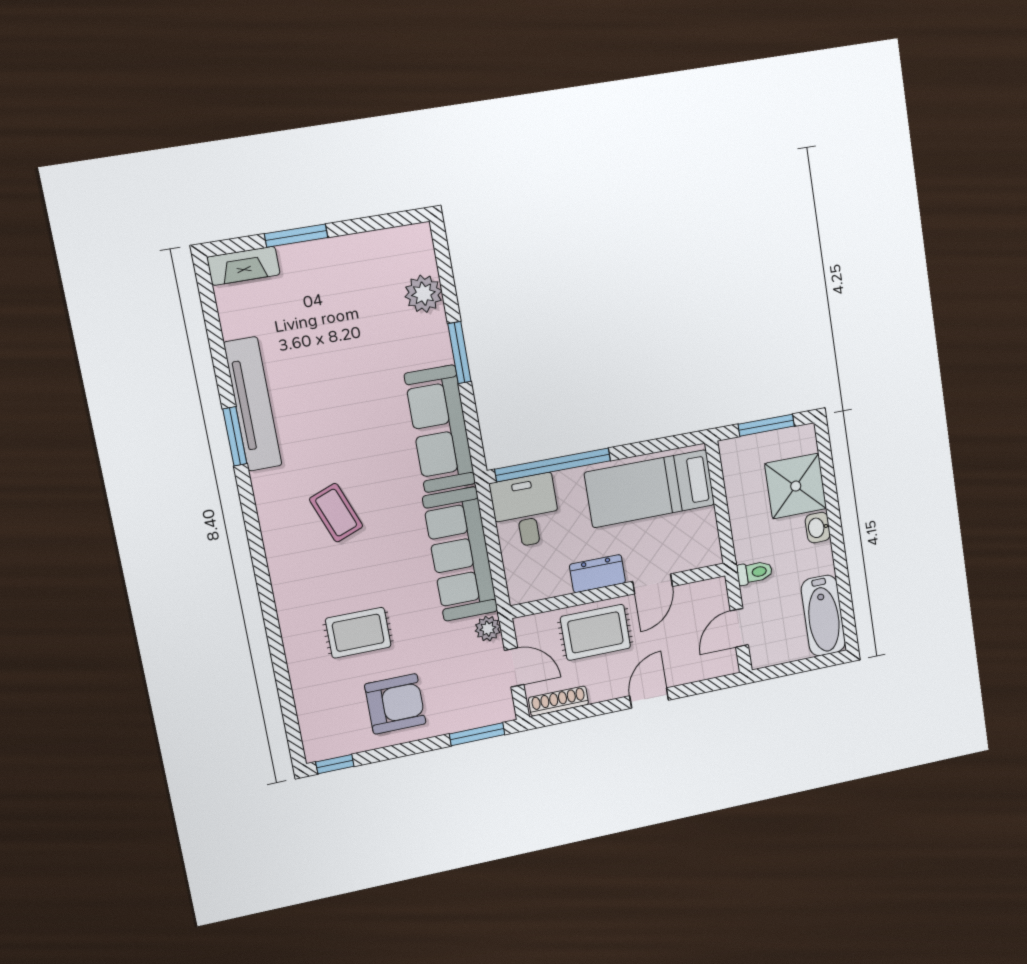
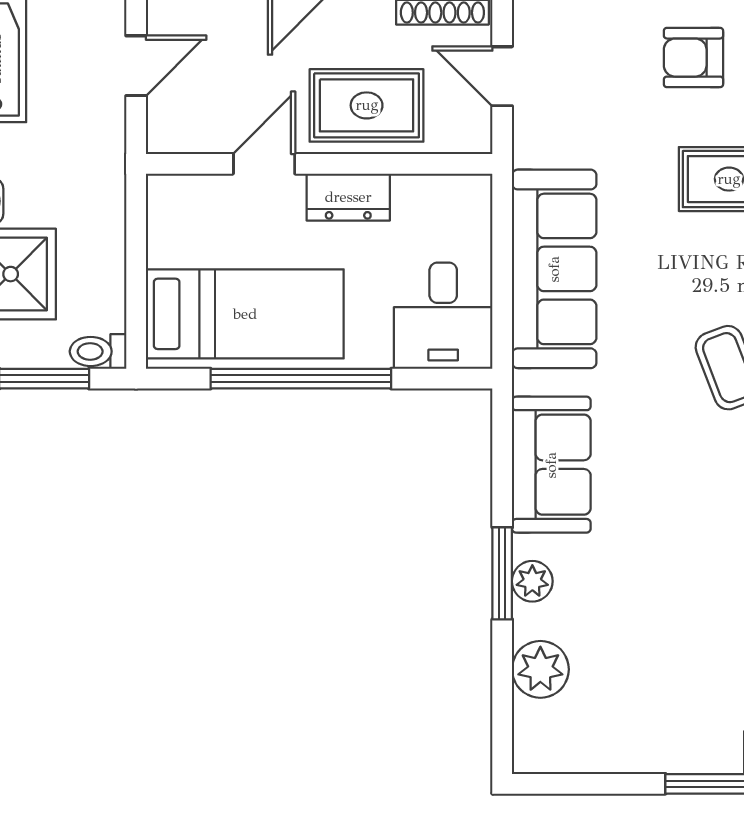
sofa: (440, 429) -> (551, 465), width x0.73
window: (553, 465) -> (301, 379), moved
toilet: (754, 572) -> (98, 351), moved
plant: (488, 629) -> (532, 581), moved
armchair: (395, 704) -> (693, 58), width x0.72, depth x0.72

